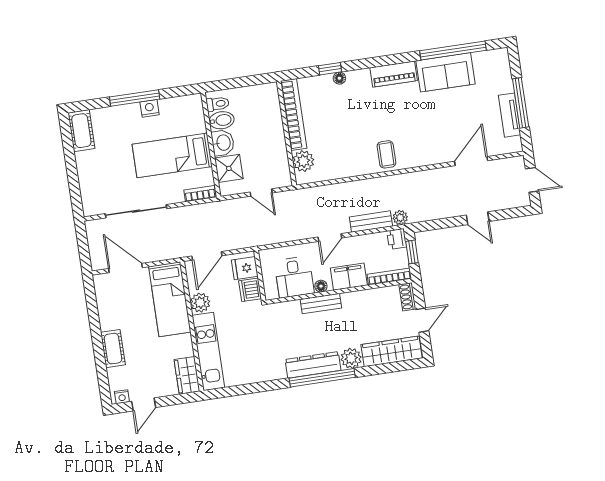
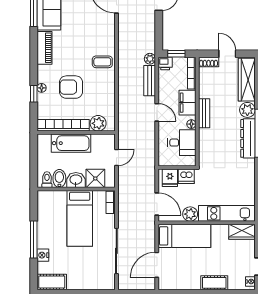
nightstand: (150, 108) -> (43, 255), moved
armchair: (346, 118) -> (71, 87), added
bathtub: (271, 129) -> (71, 143), added
bench: (321, 304) -> (204, 113), moved

